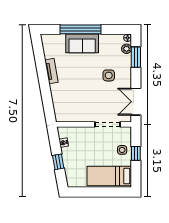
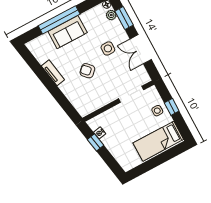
armchair: (81, 85) -> (87, 71), added
double door: (136, 102) -> (141, 49), moved
window: (58, 162) -> (96, 142), moved

